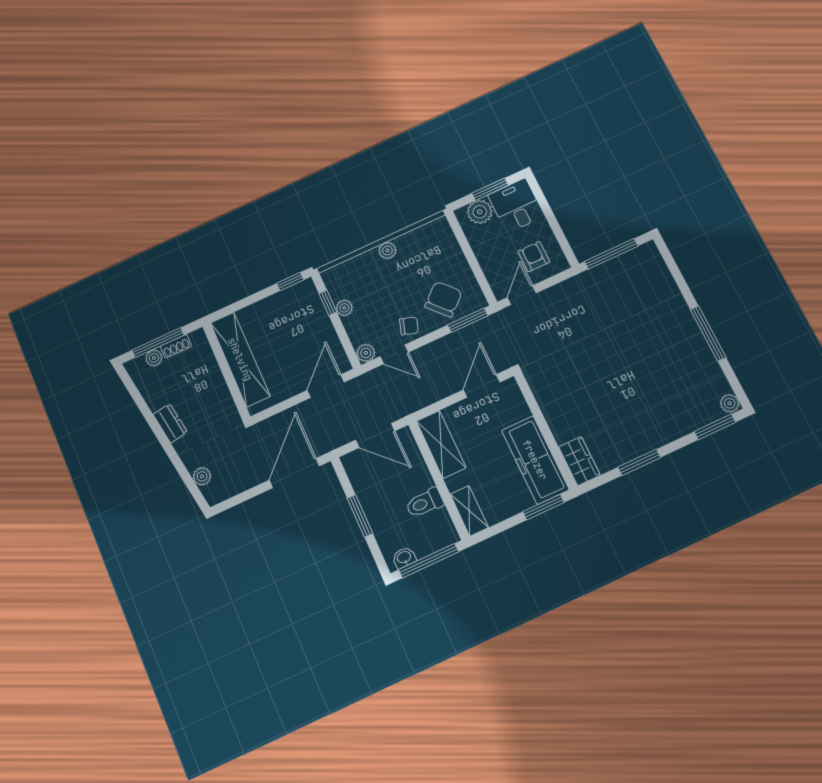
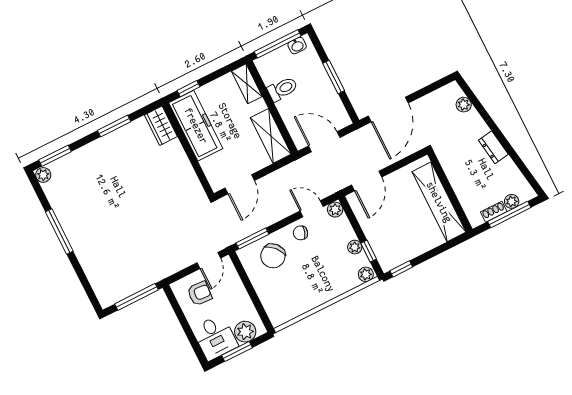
plant: (387, 250) -> (366, 274), moved
armchair: (534, 257) -> (200, 293), turned -86
window: (544, 507) -> (189, 89), width x0.67

